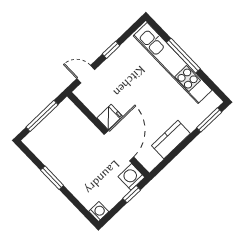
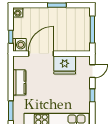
fridge: (110, 117) -> (65, 65), width x1.88, depth x1.34
door: (119, 146) -> (41, 54), swing flipped

